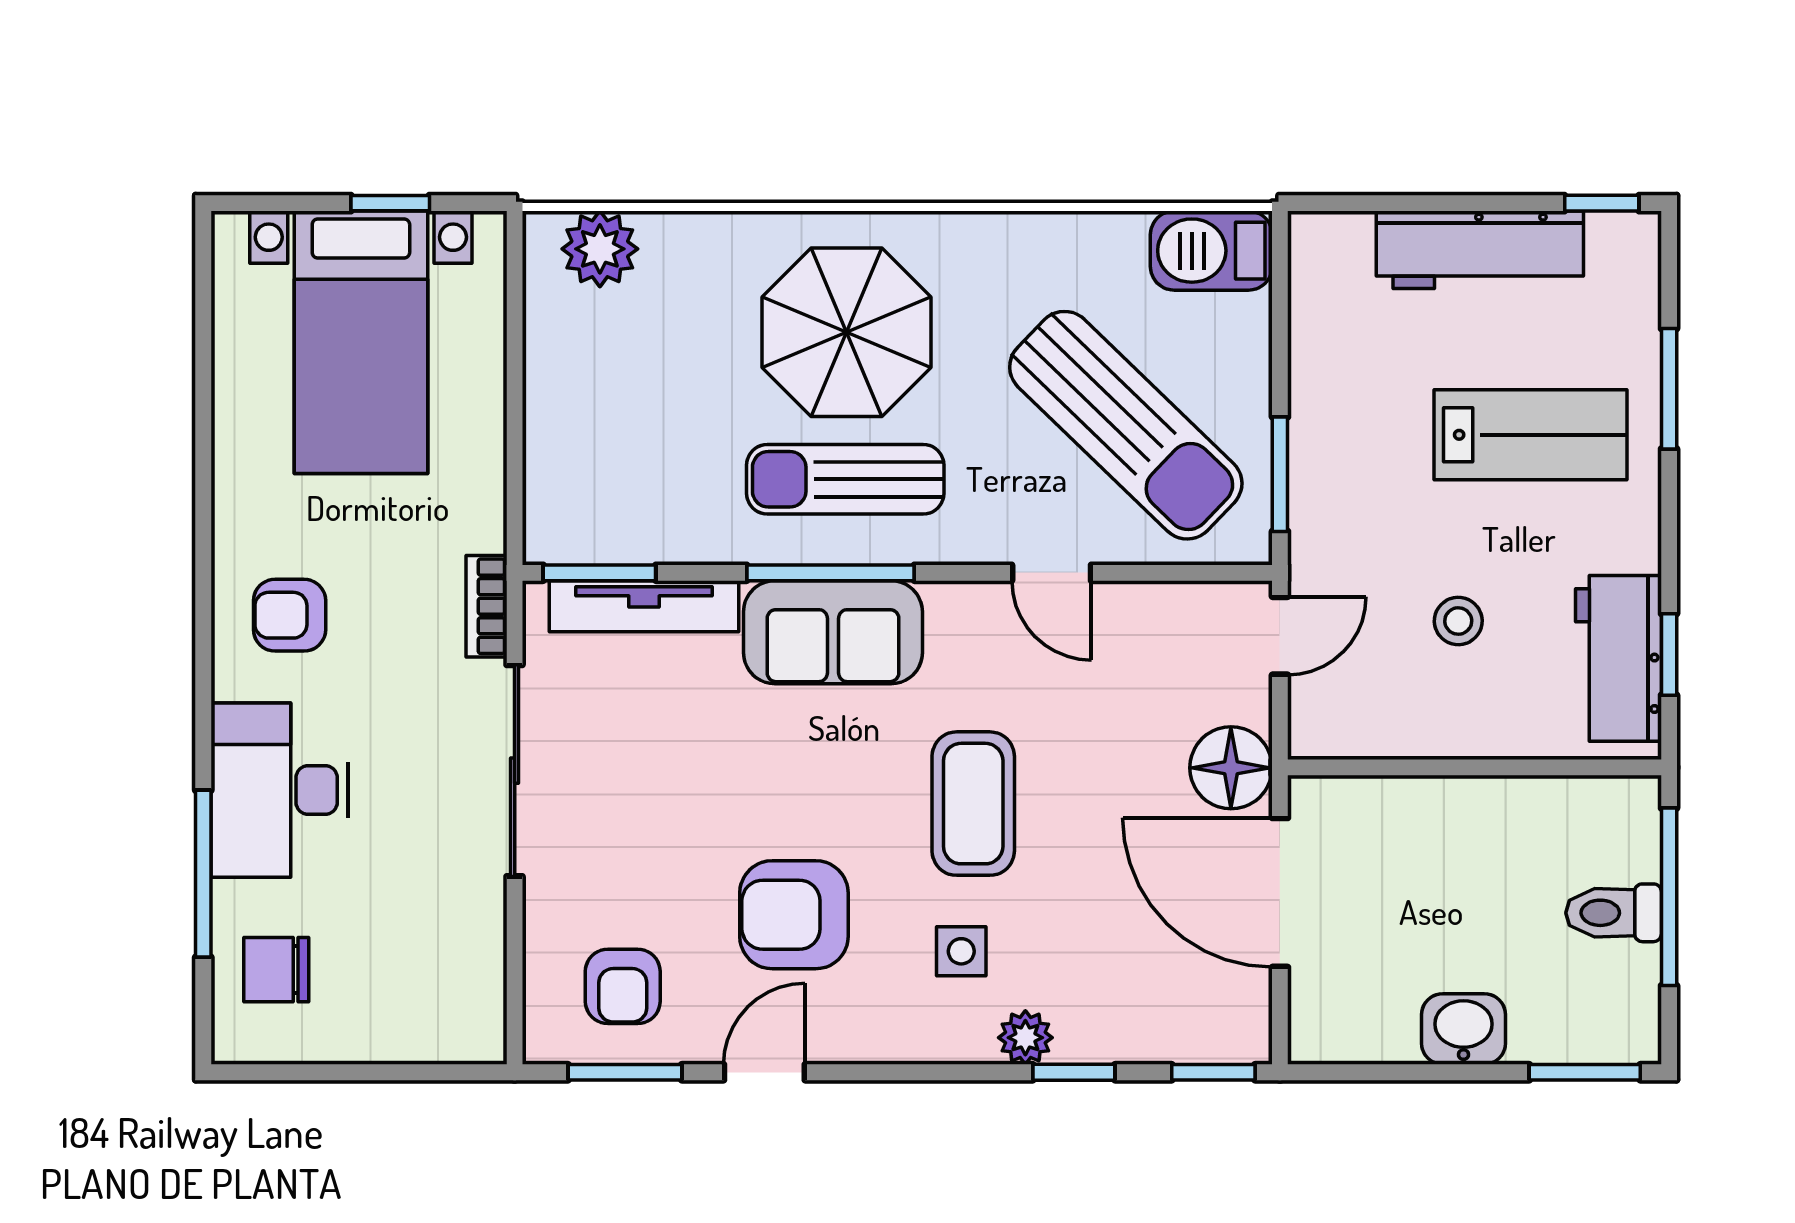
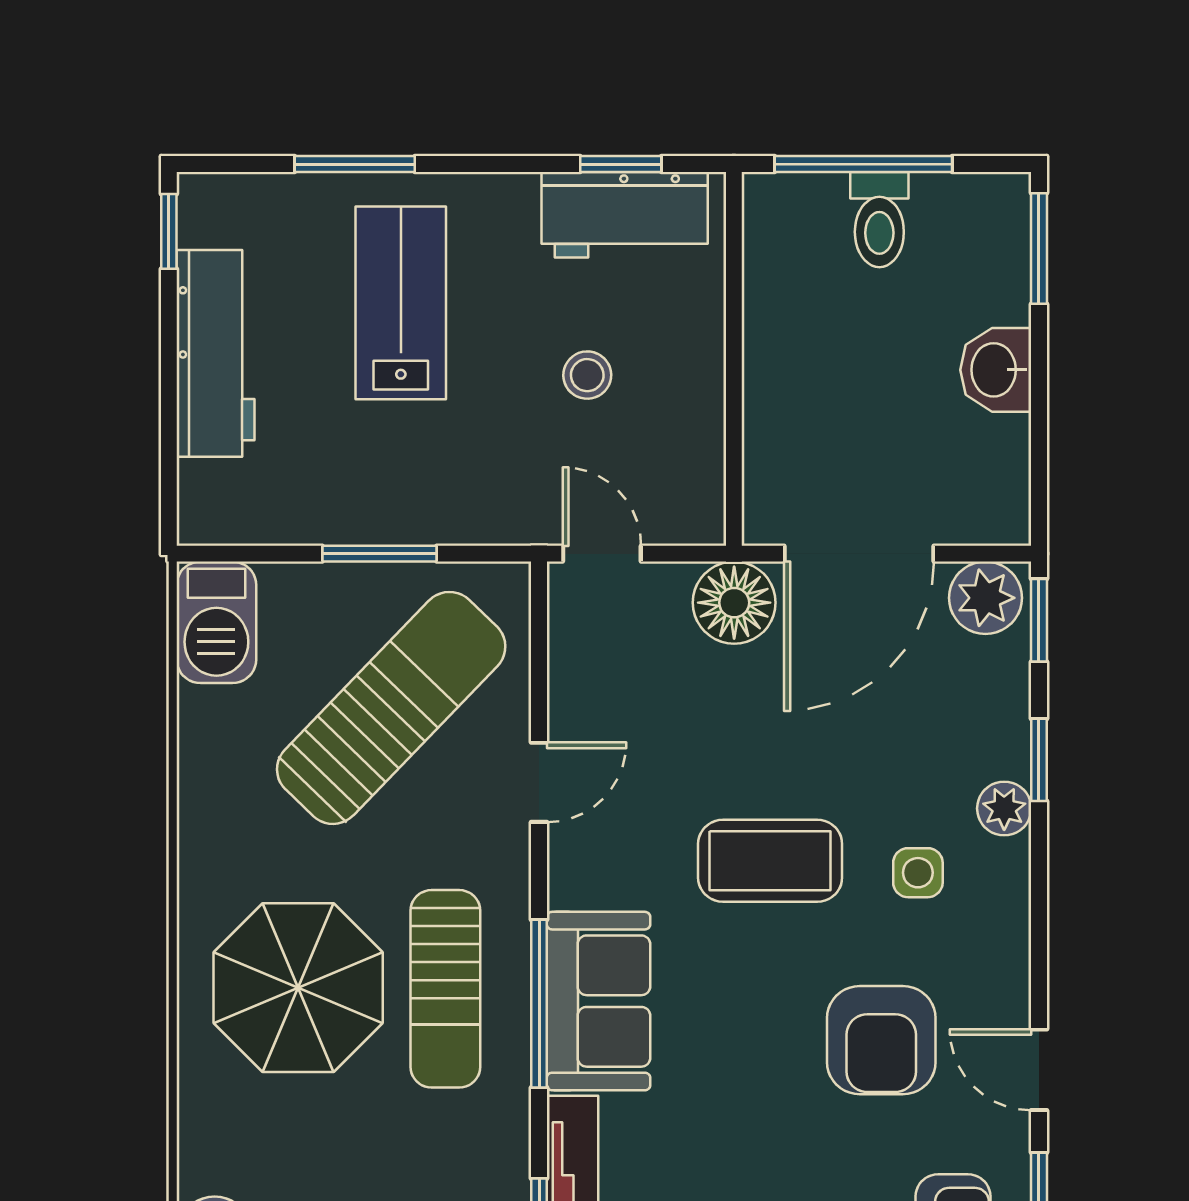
window: (1280, 474) -> (379, 554), moved
plant: (1236, 1019) -> (985, 598), added

